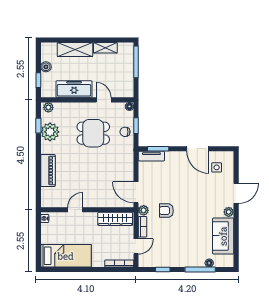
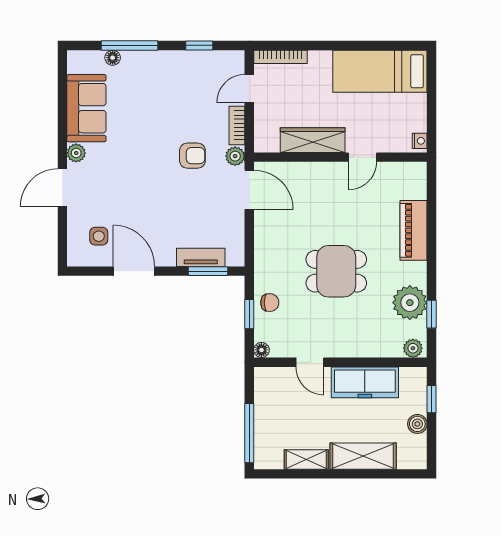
dining table: (93, 133) -> (336, 271), moved
tv unit: (151, 156) -> (201, 257), moved
wardrobe: (115, 219) -> (313, 140), moved

